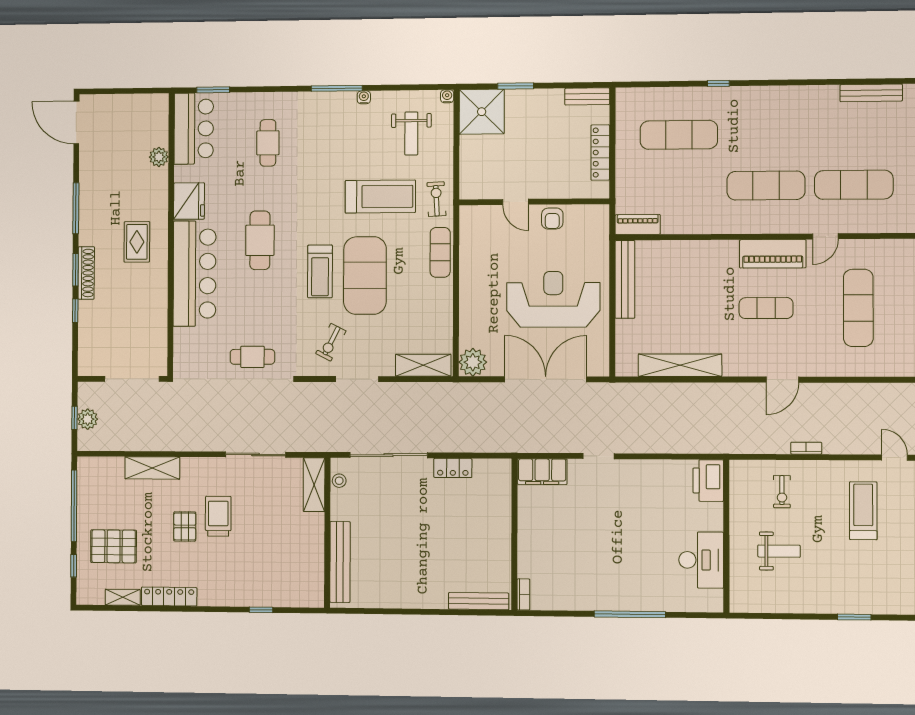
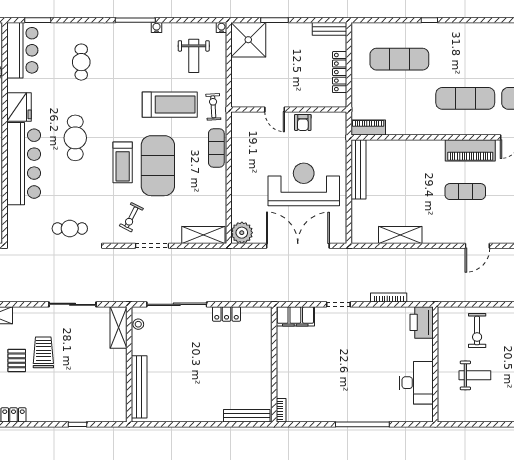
shelving: (680, 365) -> (400, 235), width x0.68
bookcase: (806, 448) -> (389, 298), moved, width x1.56
exercise bike: (782, 492) -> (477, 330), width x1.38, depth x1.39

